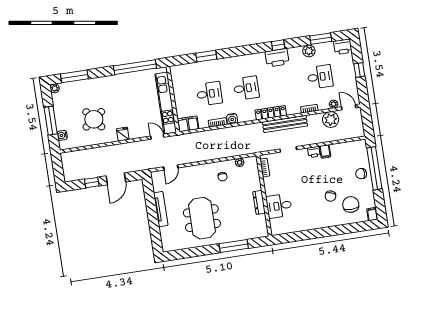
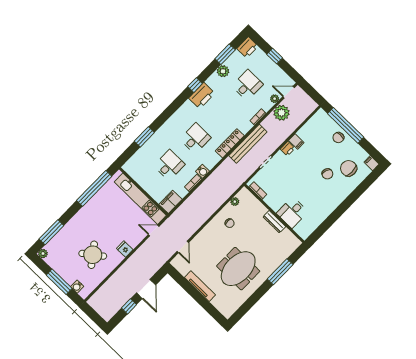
meeting table: (202, 218) -> (238, 269), turned 90

